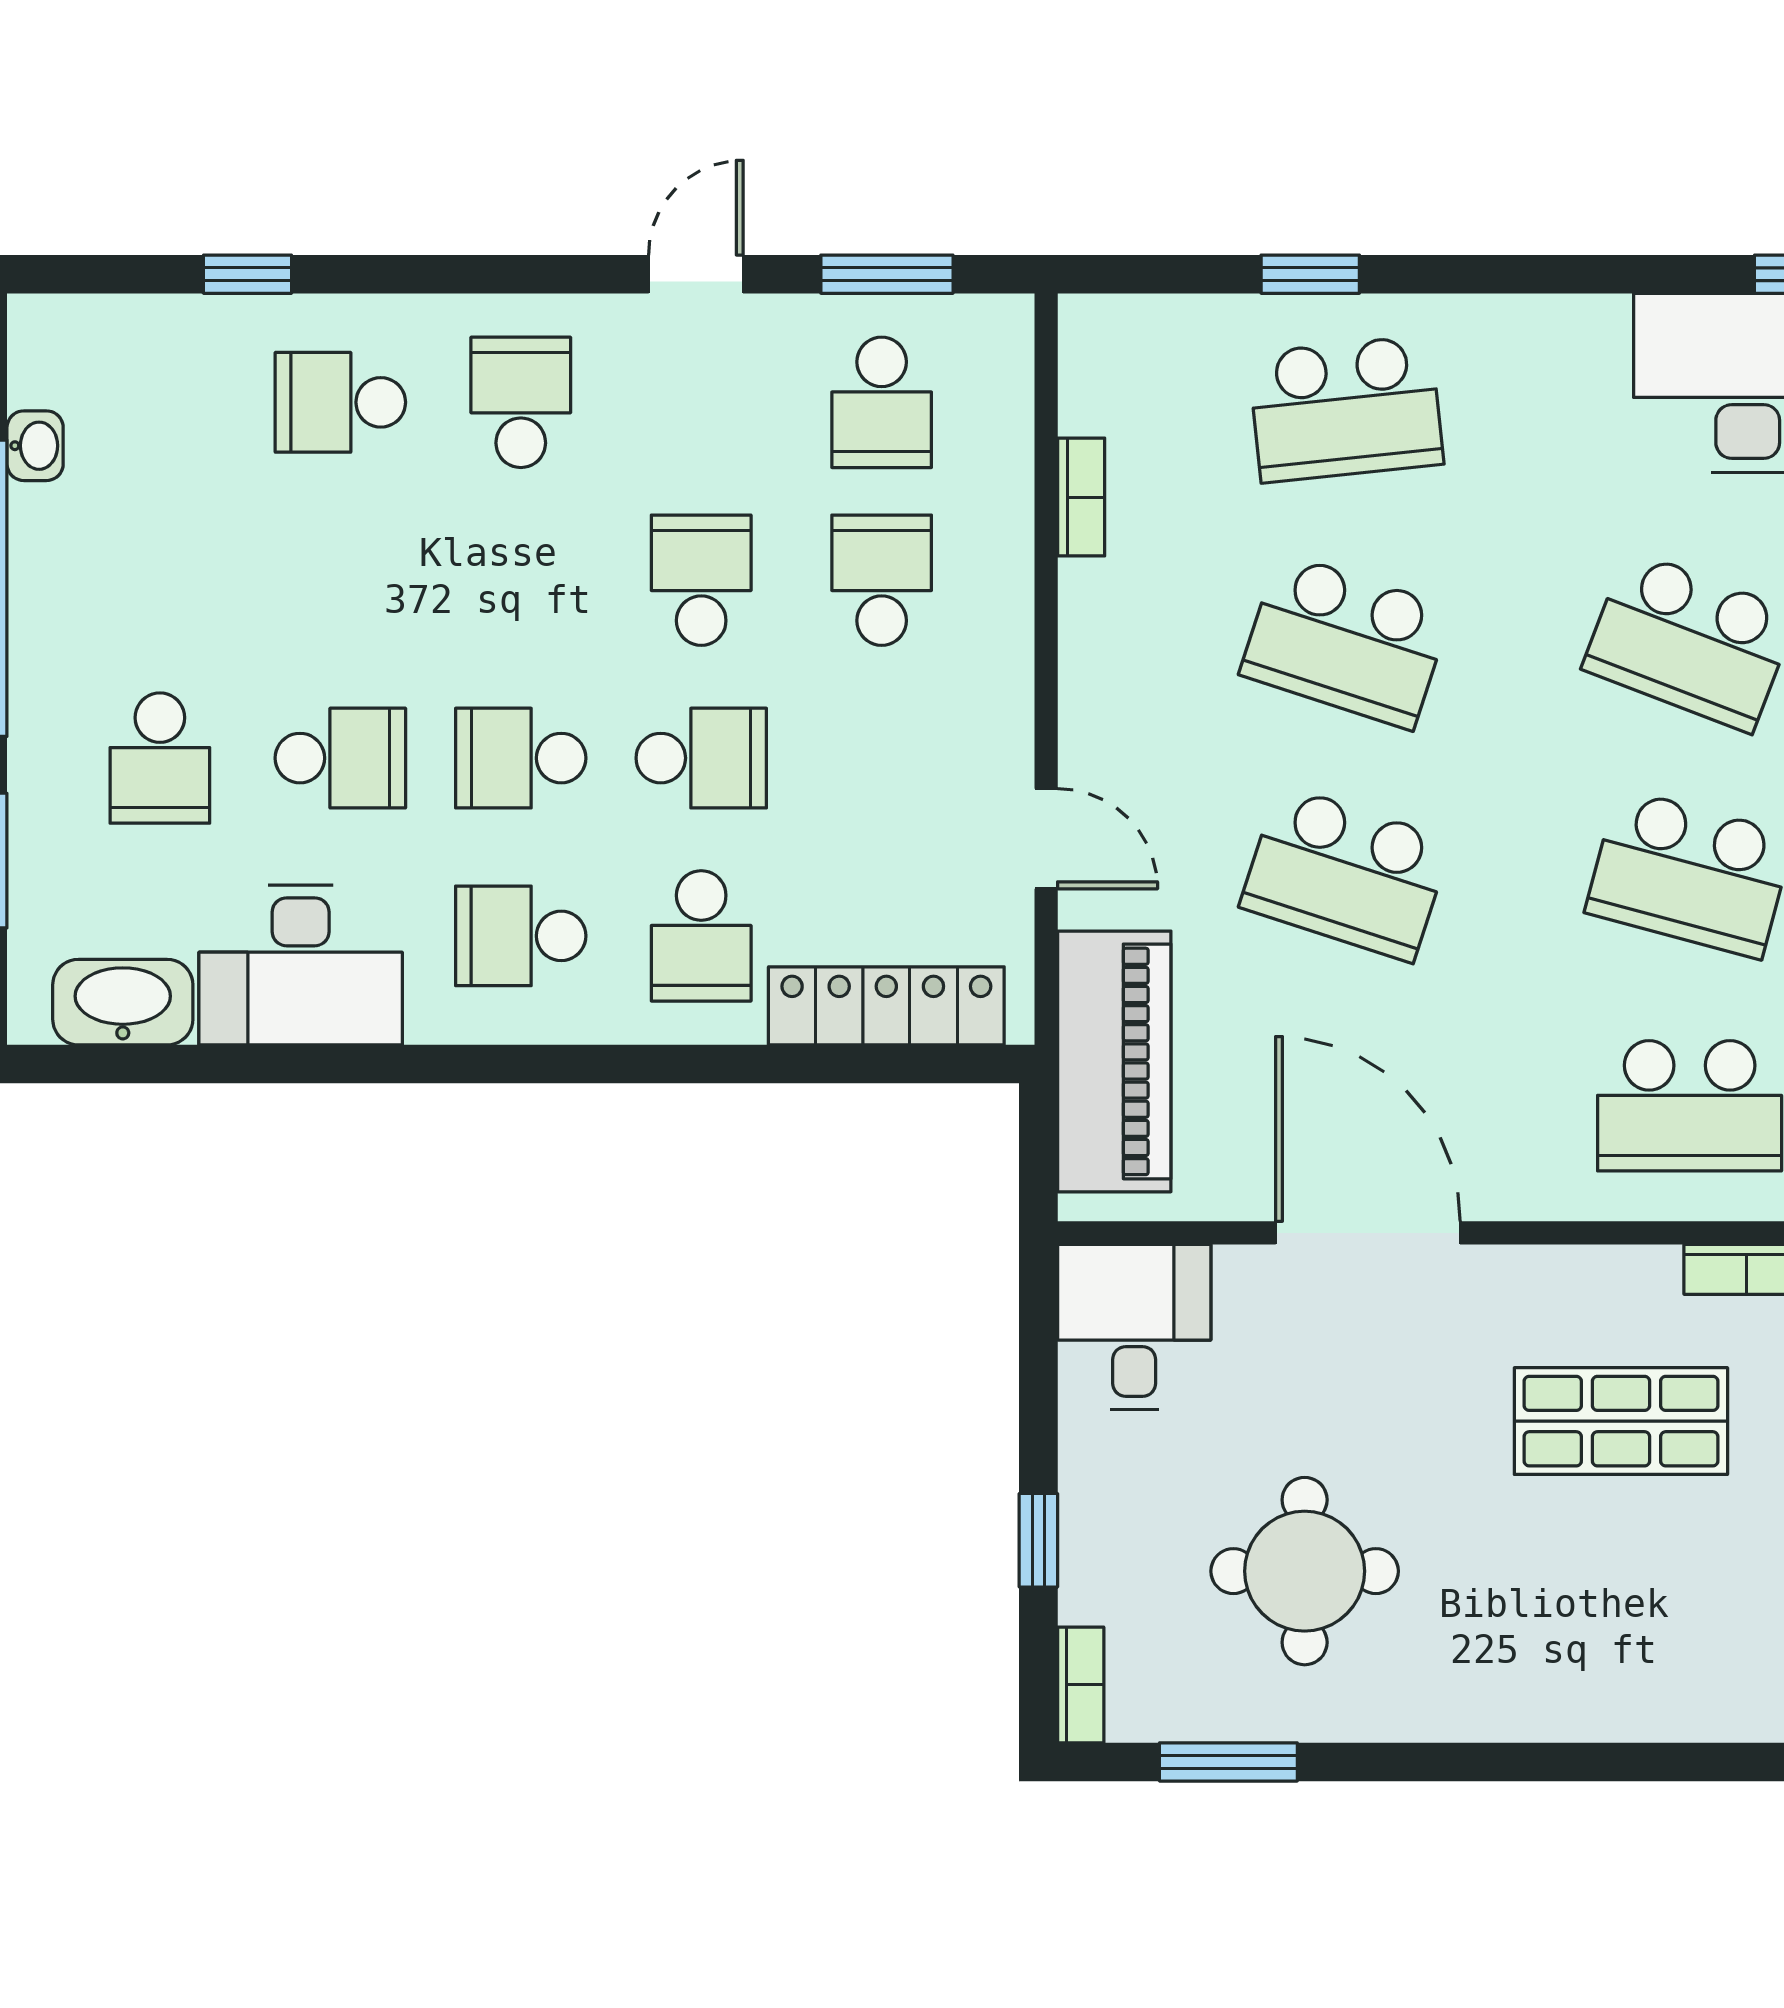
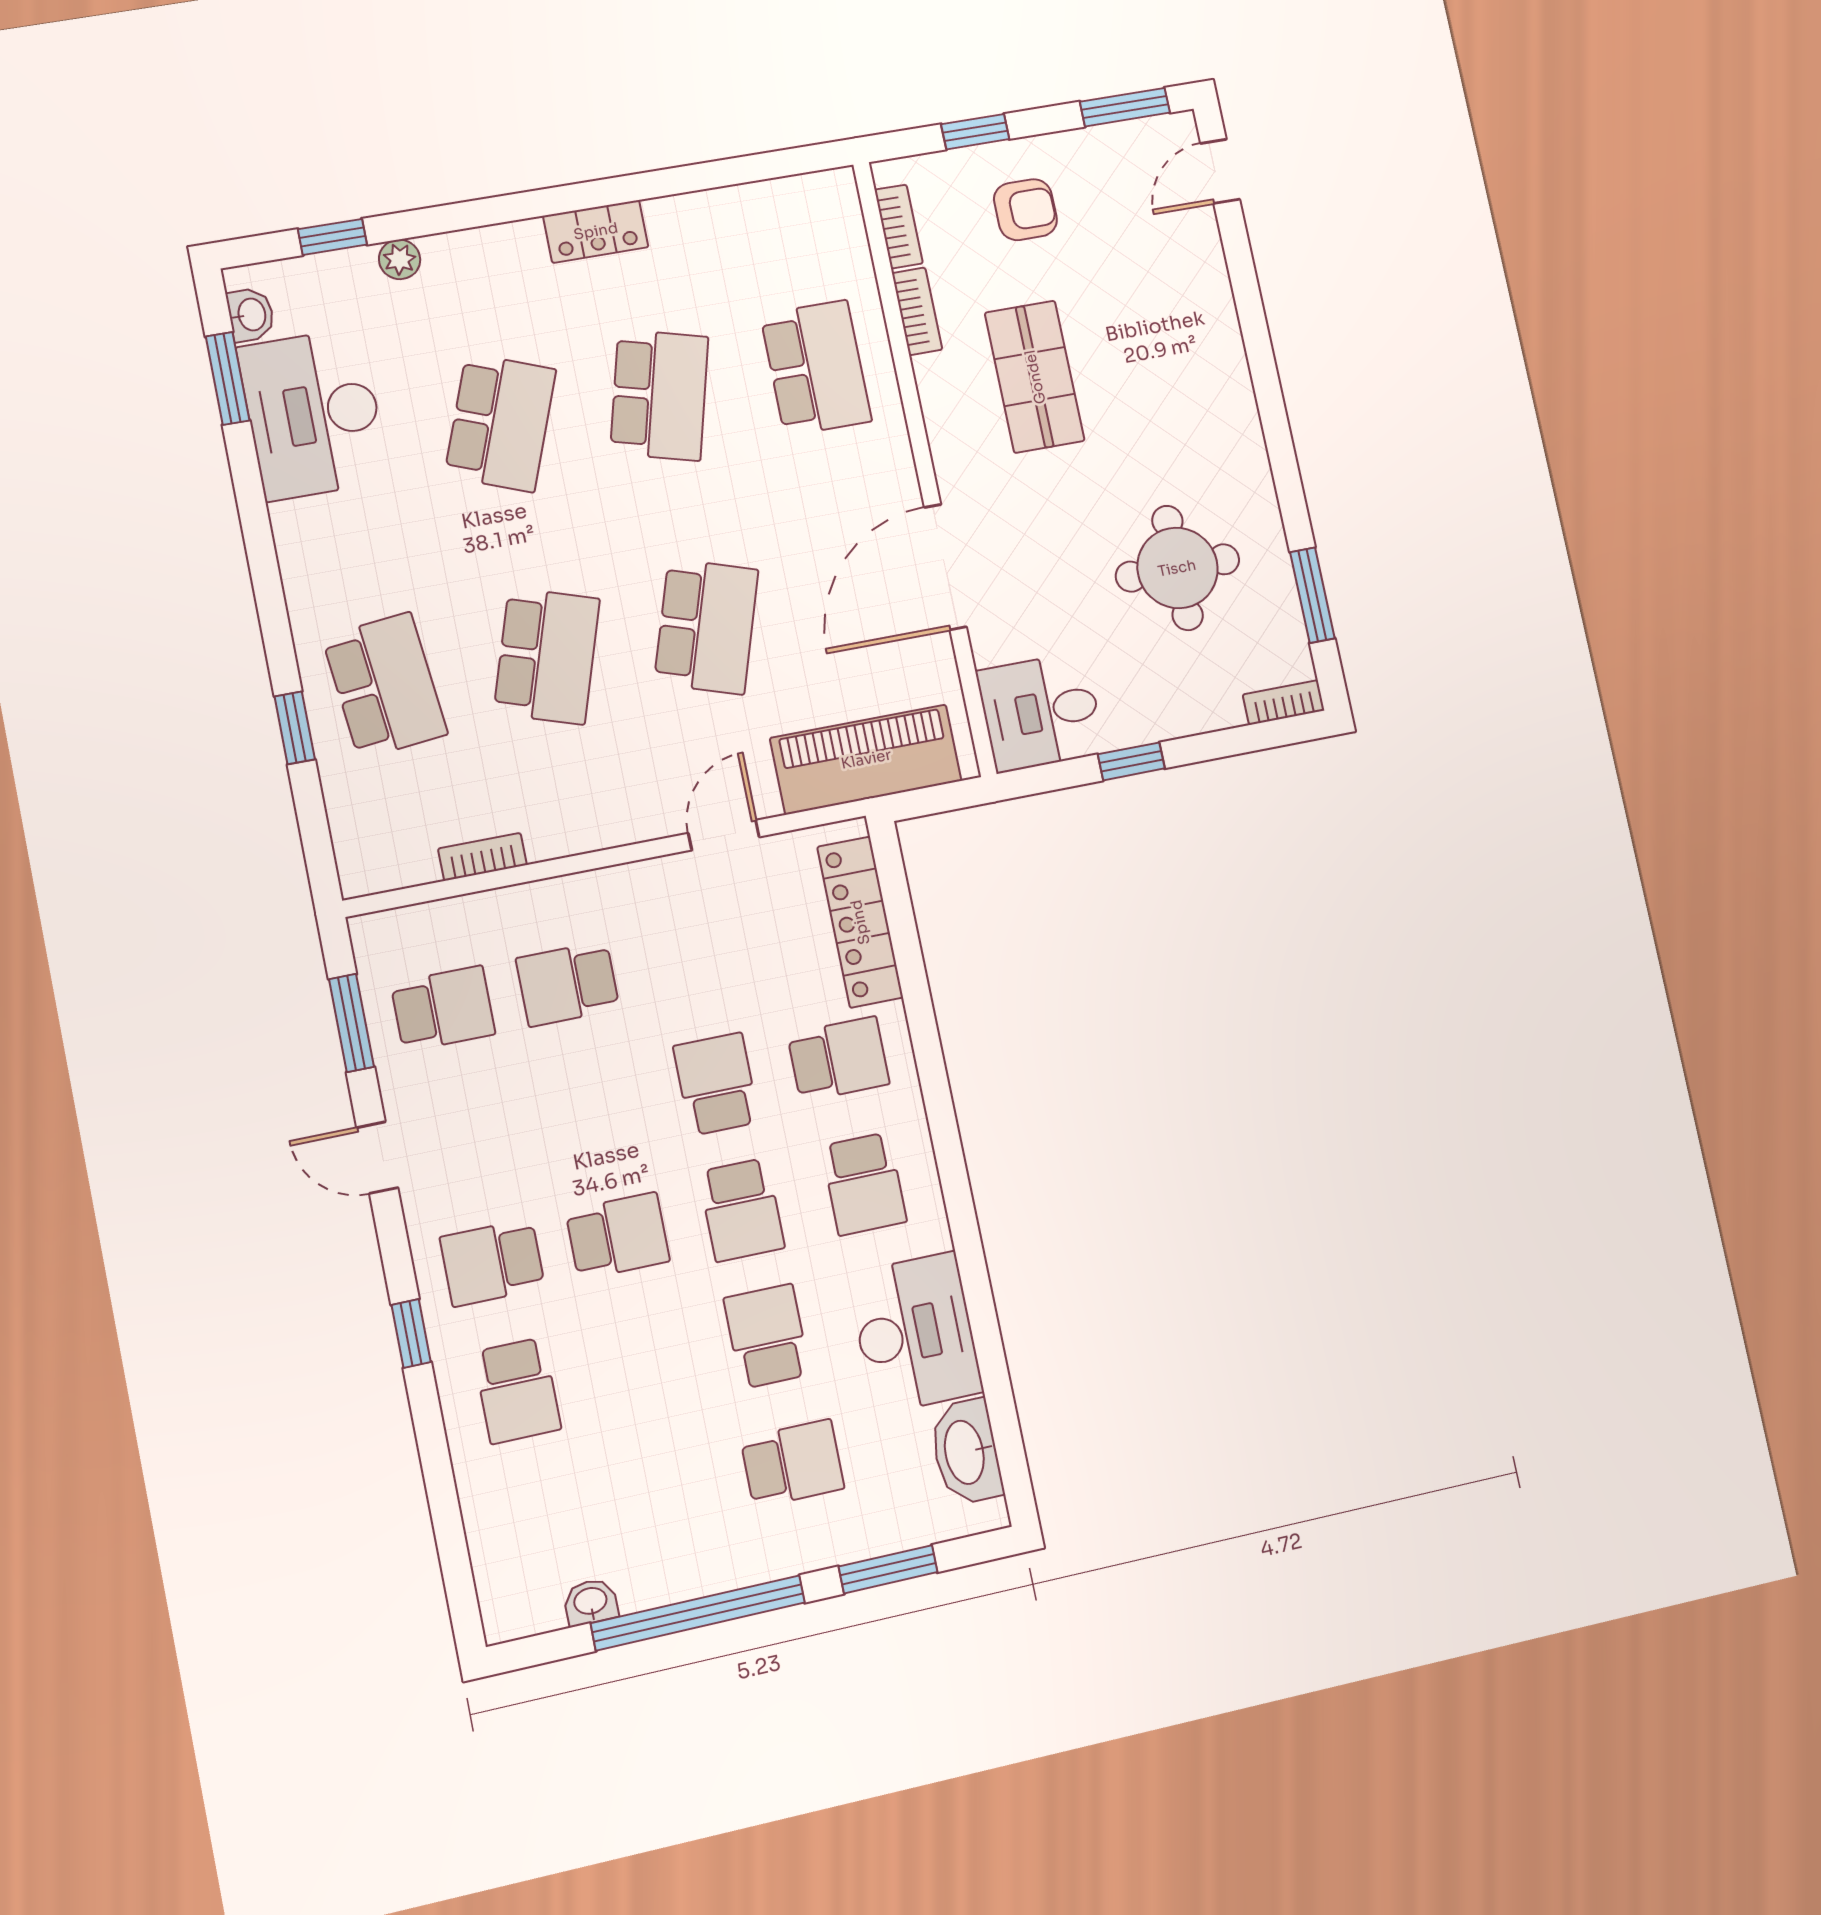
window: (247, 274) -> (411, 1333), moved
school desk: (701, 580) -> (618, 1236), moved, turned 180
window: (1038, 1540) -> (1131, 761), moved

